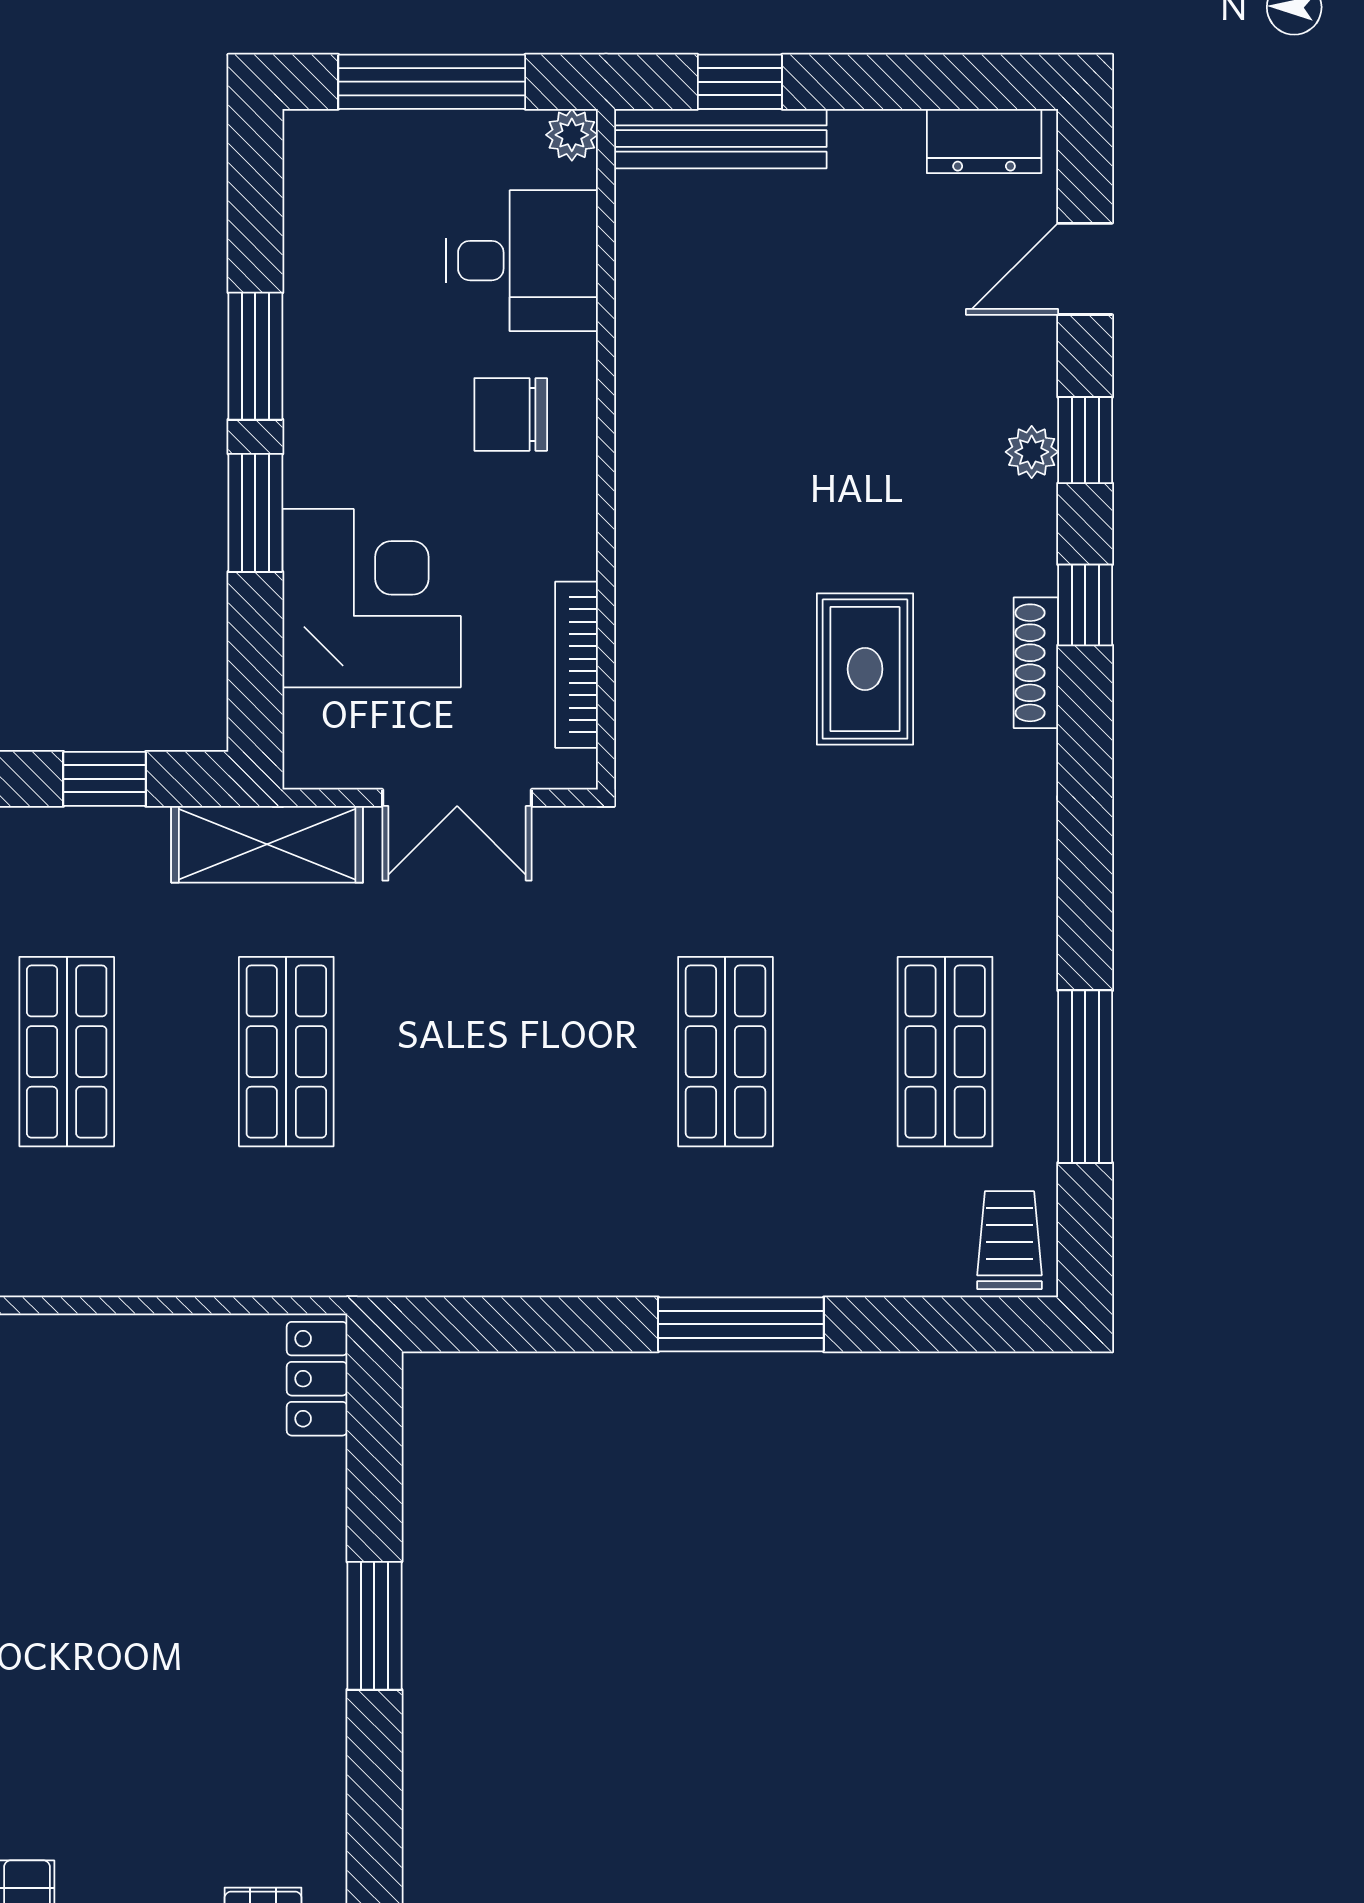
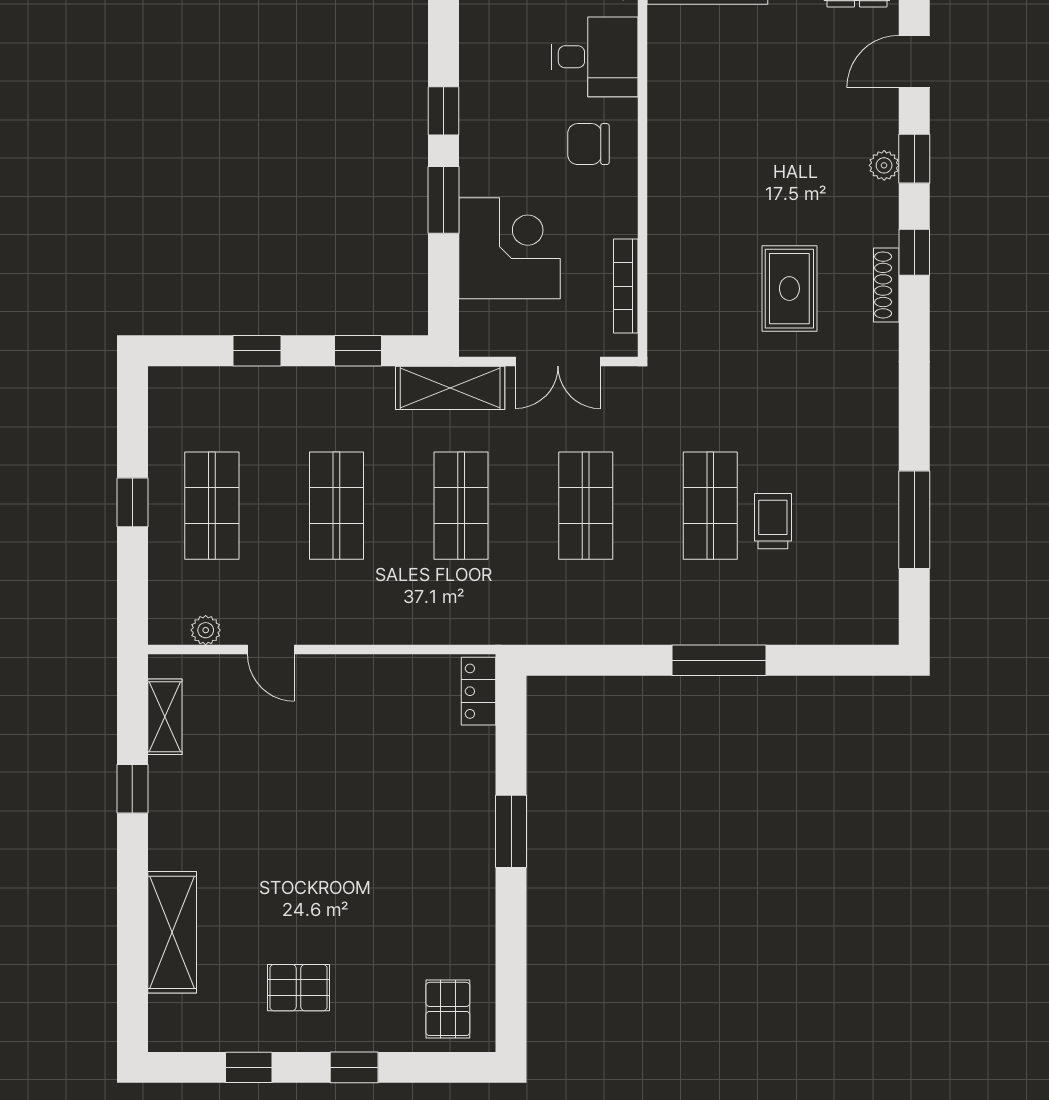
window: (255, 356) -> (443, 111), width x0.67
shop shelf: (945, 1052) -> (586, 506), moved
trolley: (1009, 1240) -> (773, 521), moved

